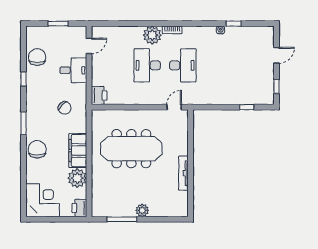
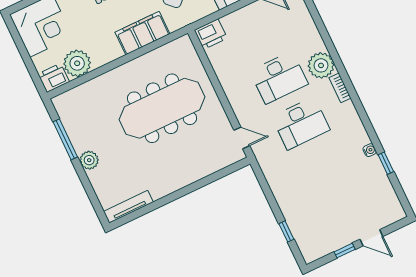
desk: (147, 65) -> (279, 78), turned 180
window: (276, 87) -> (345, 251), moved
meeting table: (131, 149) -> (162, 108), turned 90
filing cabinet: (78, 151) -> (142, 33), moved
tv unit: (183, 173) -> (128, 207), moved
plant: (77, 178) -> (77, 63), moved

